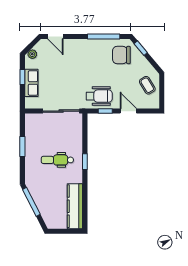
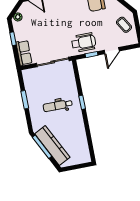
row of seats: (31, 83) -> (24, 53), moved
door: (128, 111) -> (112, 51), swing flipped
kitchen counter: (75, 206) -> (52, 145), moved, turned 153

